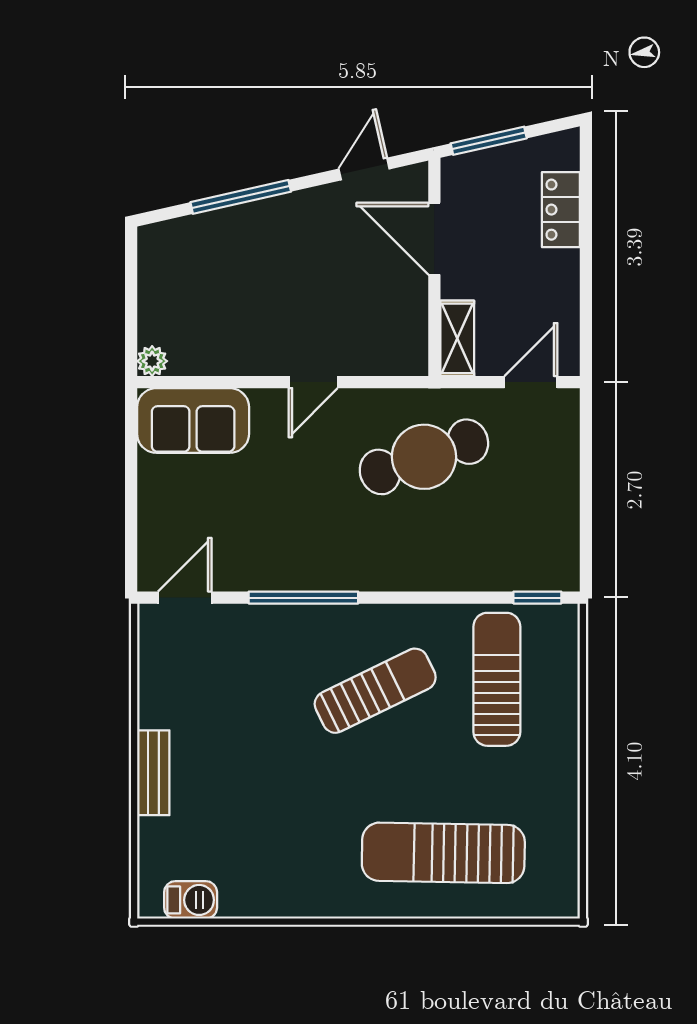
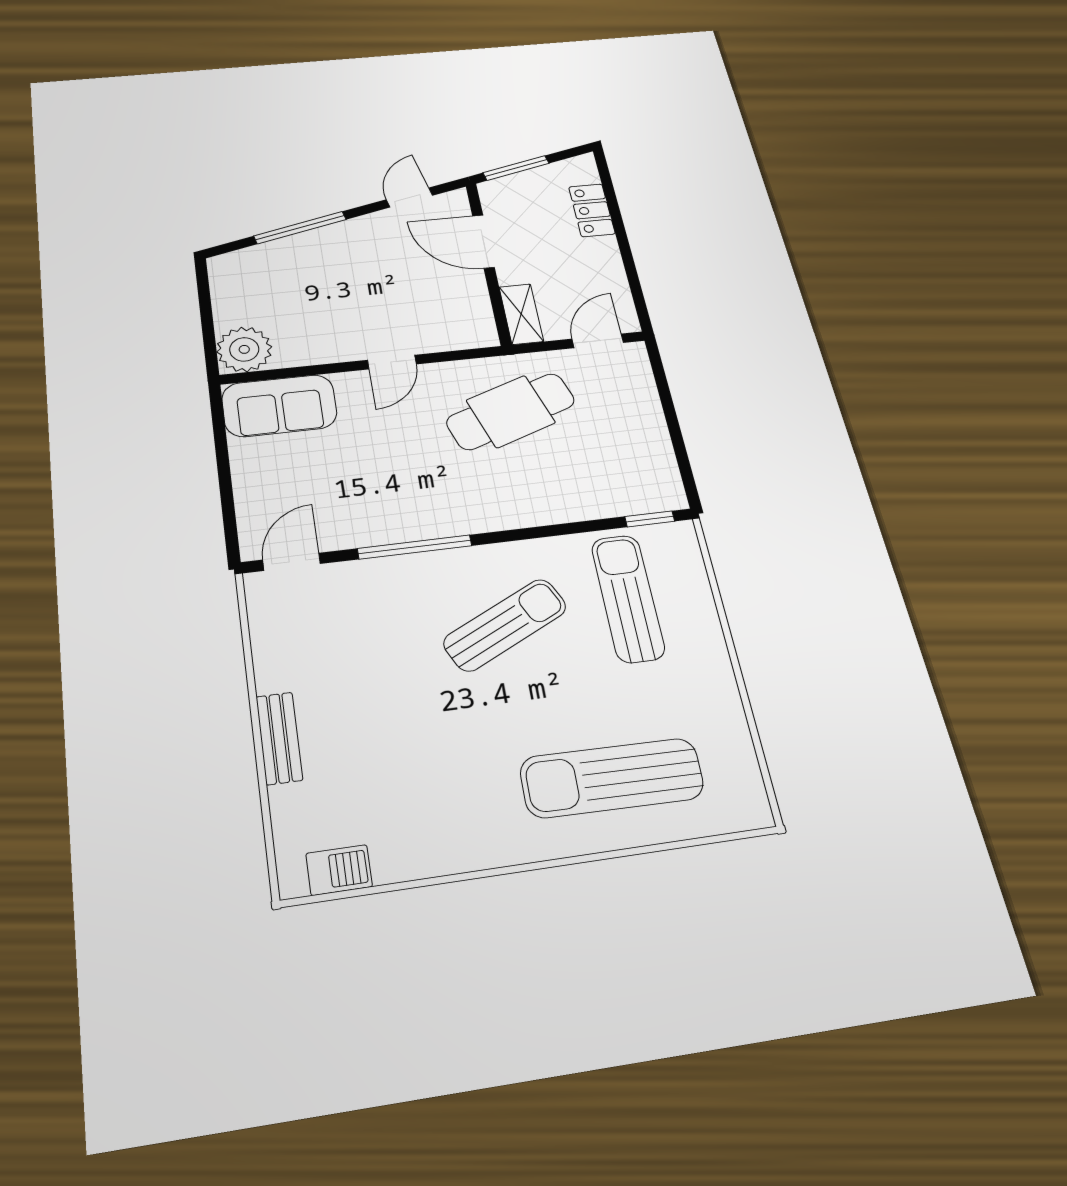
plant: (152, 361) -> (244, 349), width x1.88, depth x1.88

